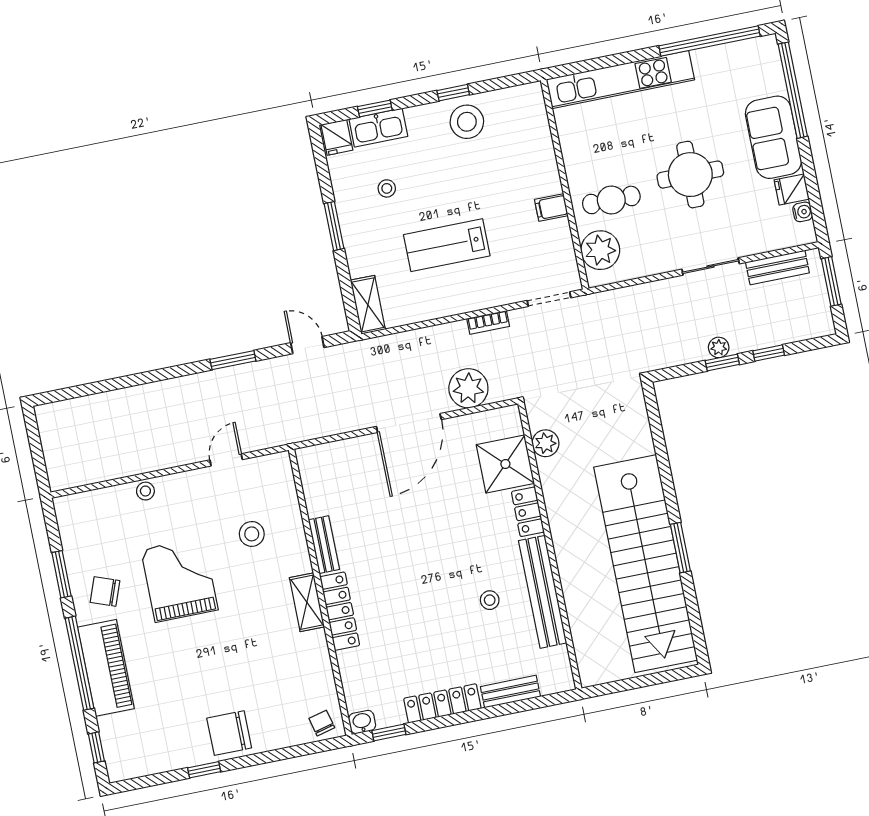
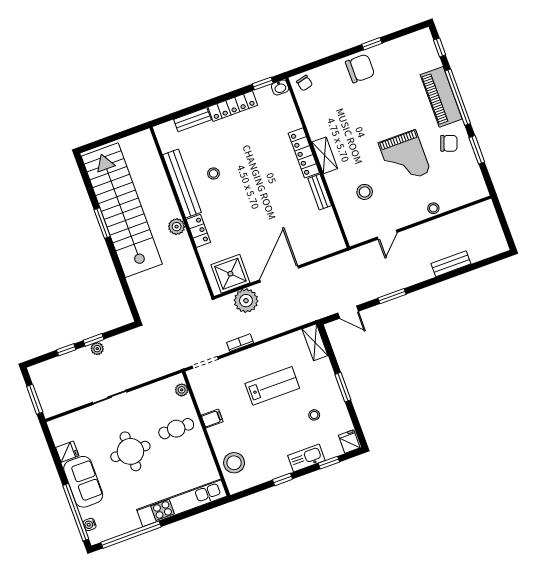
stool: (467, 122) -> (234, 463), moved
kitchen sink: (378, 128) -> (306, 458), moved
water cooler: (803, 212) -> (90, 524), moved
plant: (600, 250) -> (182, 390), width x0.53, depth x0.53
bench: (777, 267) -> (451, 264), moved
plant: (545, 443) -> (177, 227), moved
shower: (505, 464) -> (230, 274), moved

